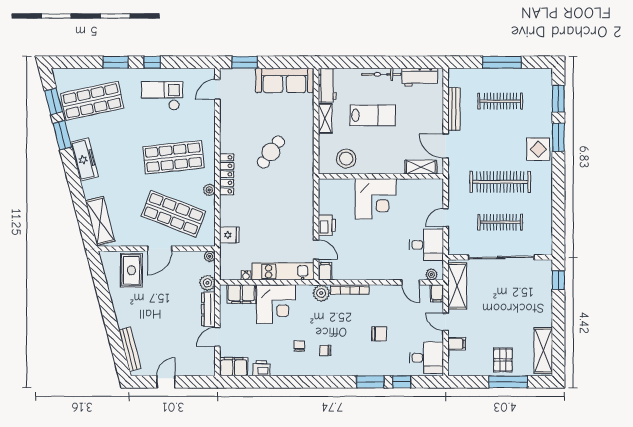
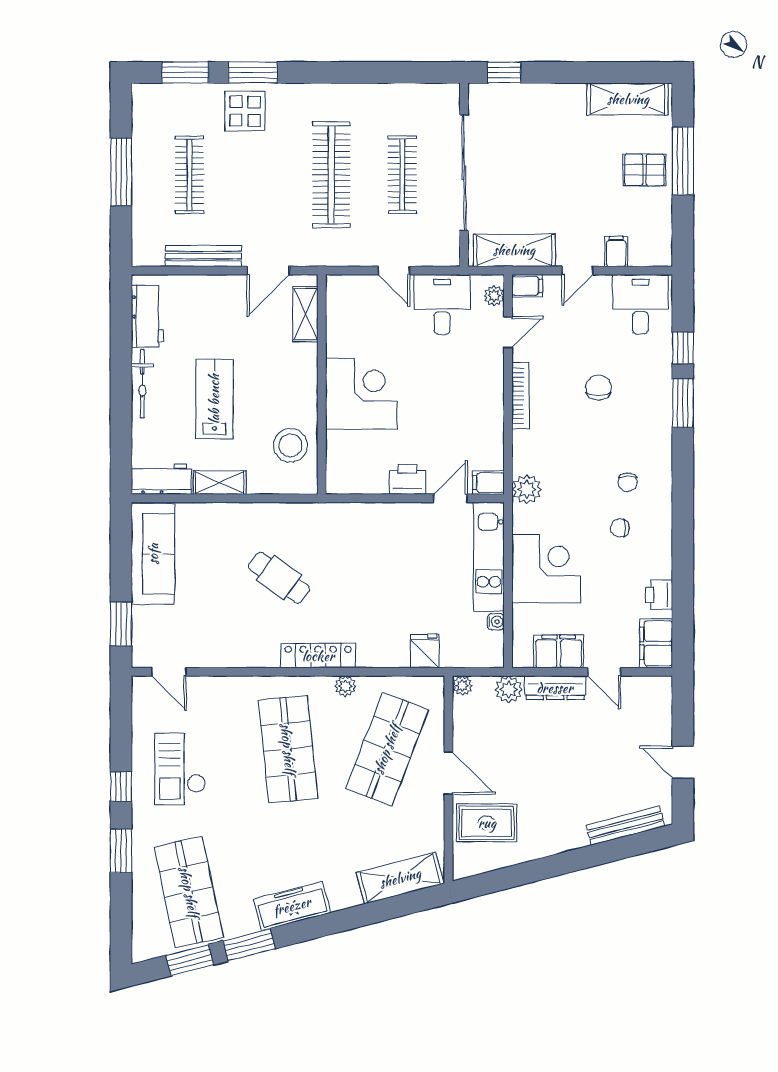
display table: (538, 149) -> (245, 111), moved
bookcase: (350, 290) -> (521, 396), moved
filing cabinet: (241, 294) -> (559, 651), moved, turned -90

